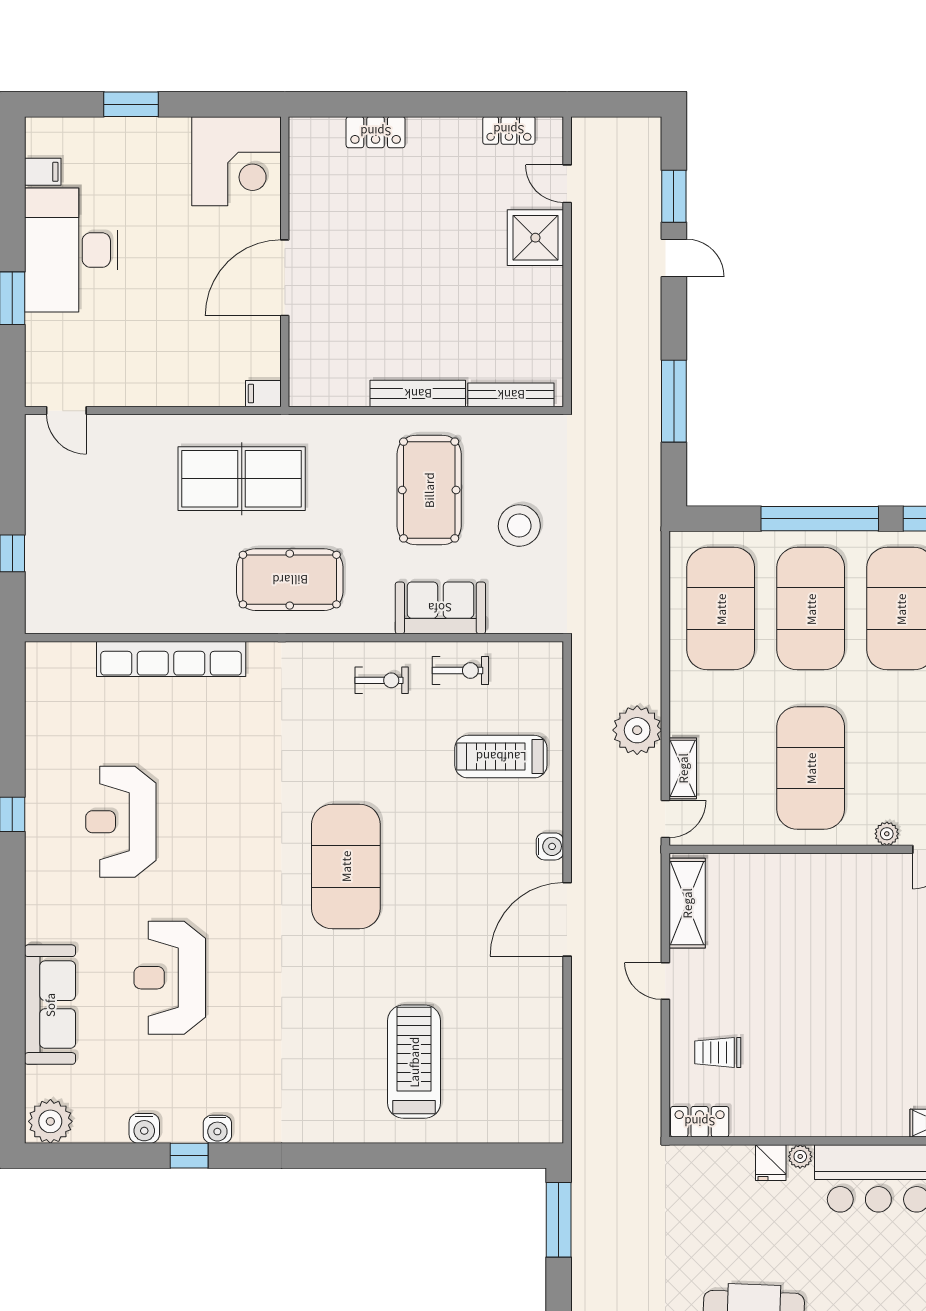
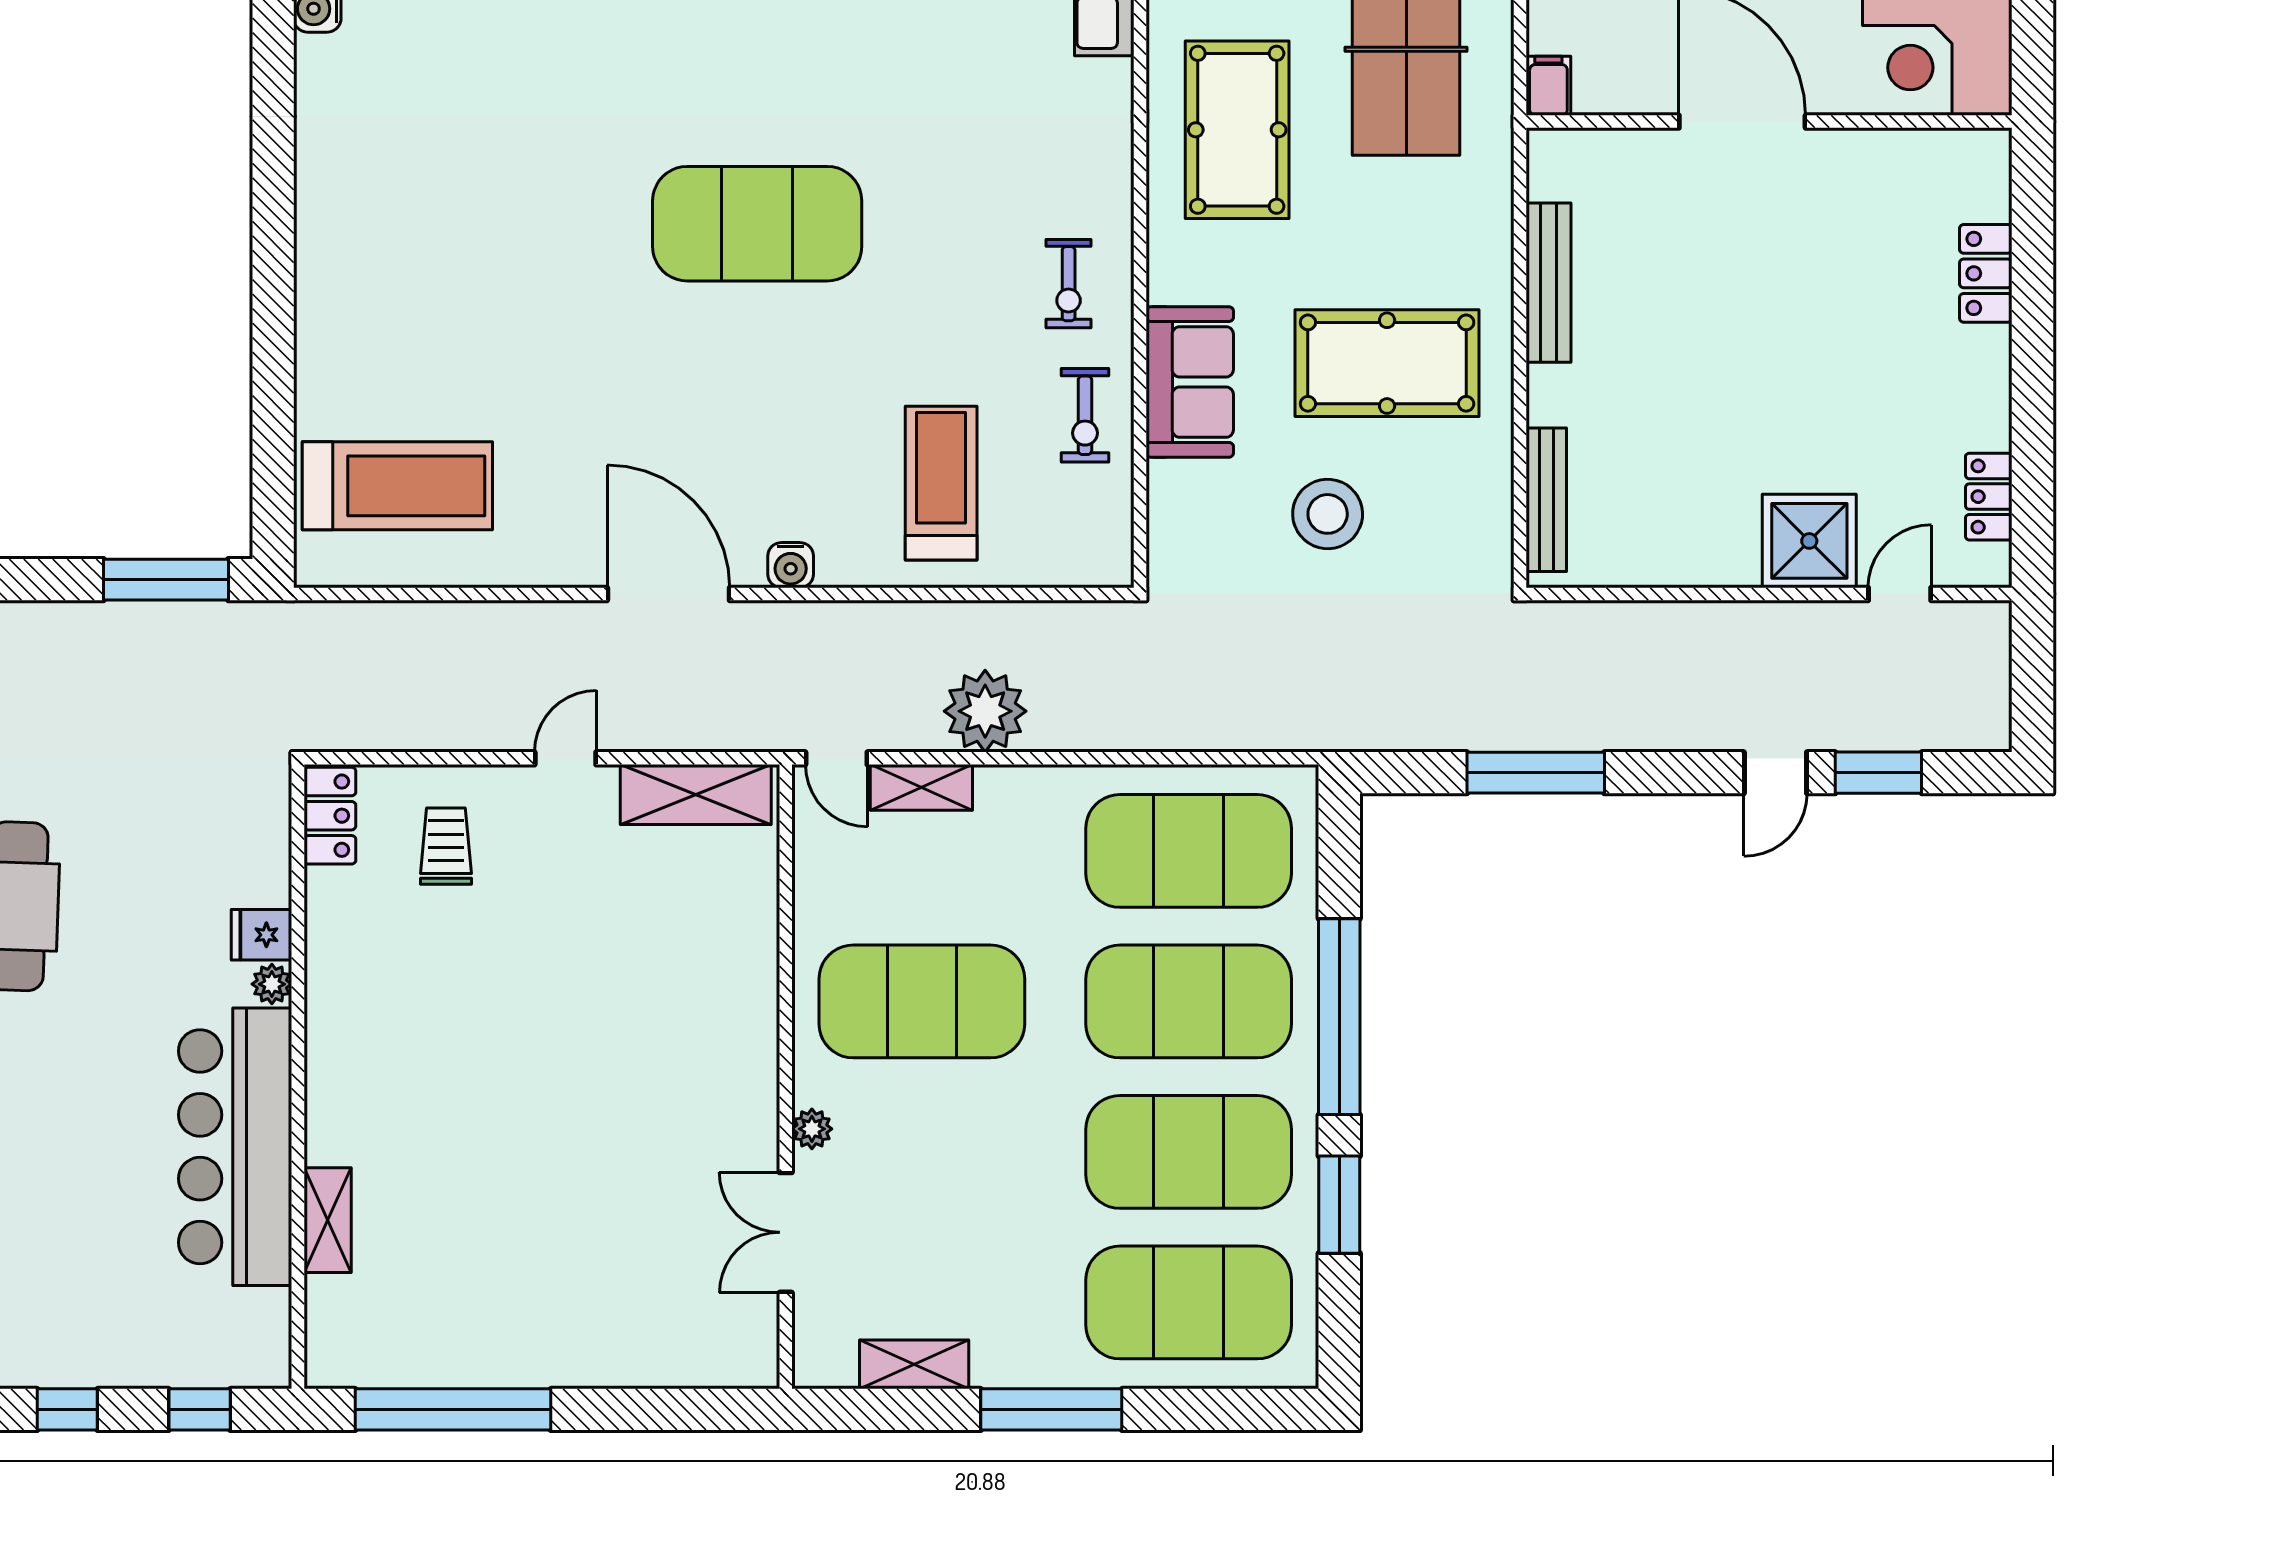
bench: (418, 394) -> (1549, 283), moved
treadmill: (414, 1062) -> (397, 486), moved

